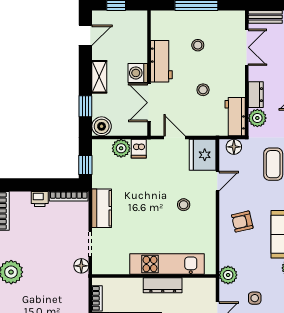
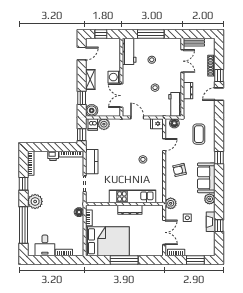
workbench: (161, 61) -> (129, 52), moved
plant: (257, 118) -> (189, 105), removed
dishwasher: (139, 149) -> (93, 124), moved
fridge: (203, 155) -> (157, 124), width x0.53, depth x0.75
floor lamp: (81, 266) -> (79, 212), moved

